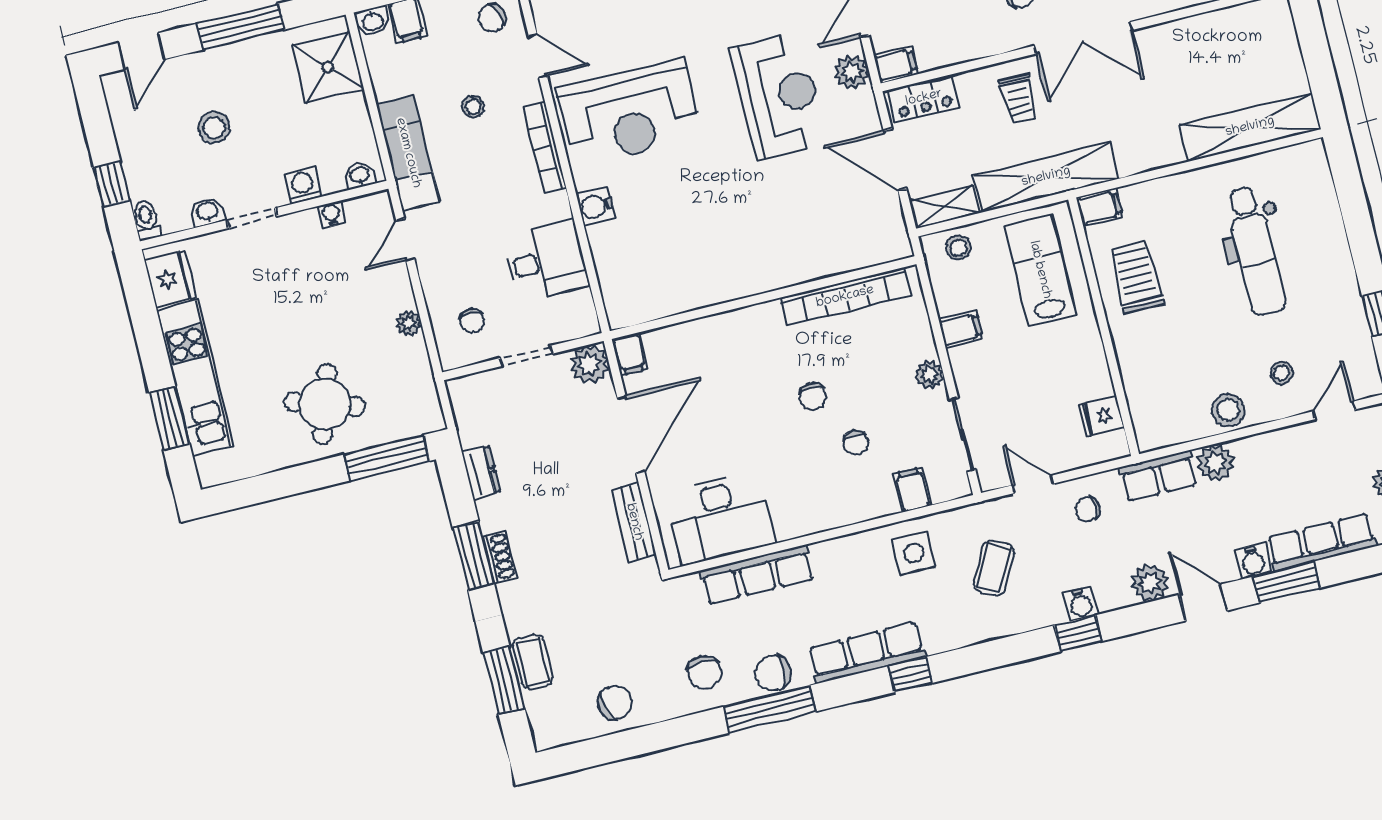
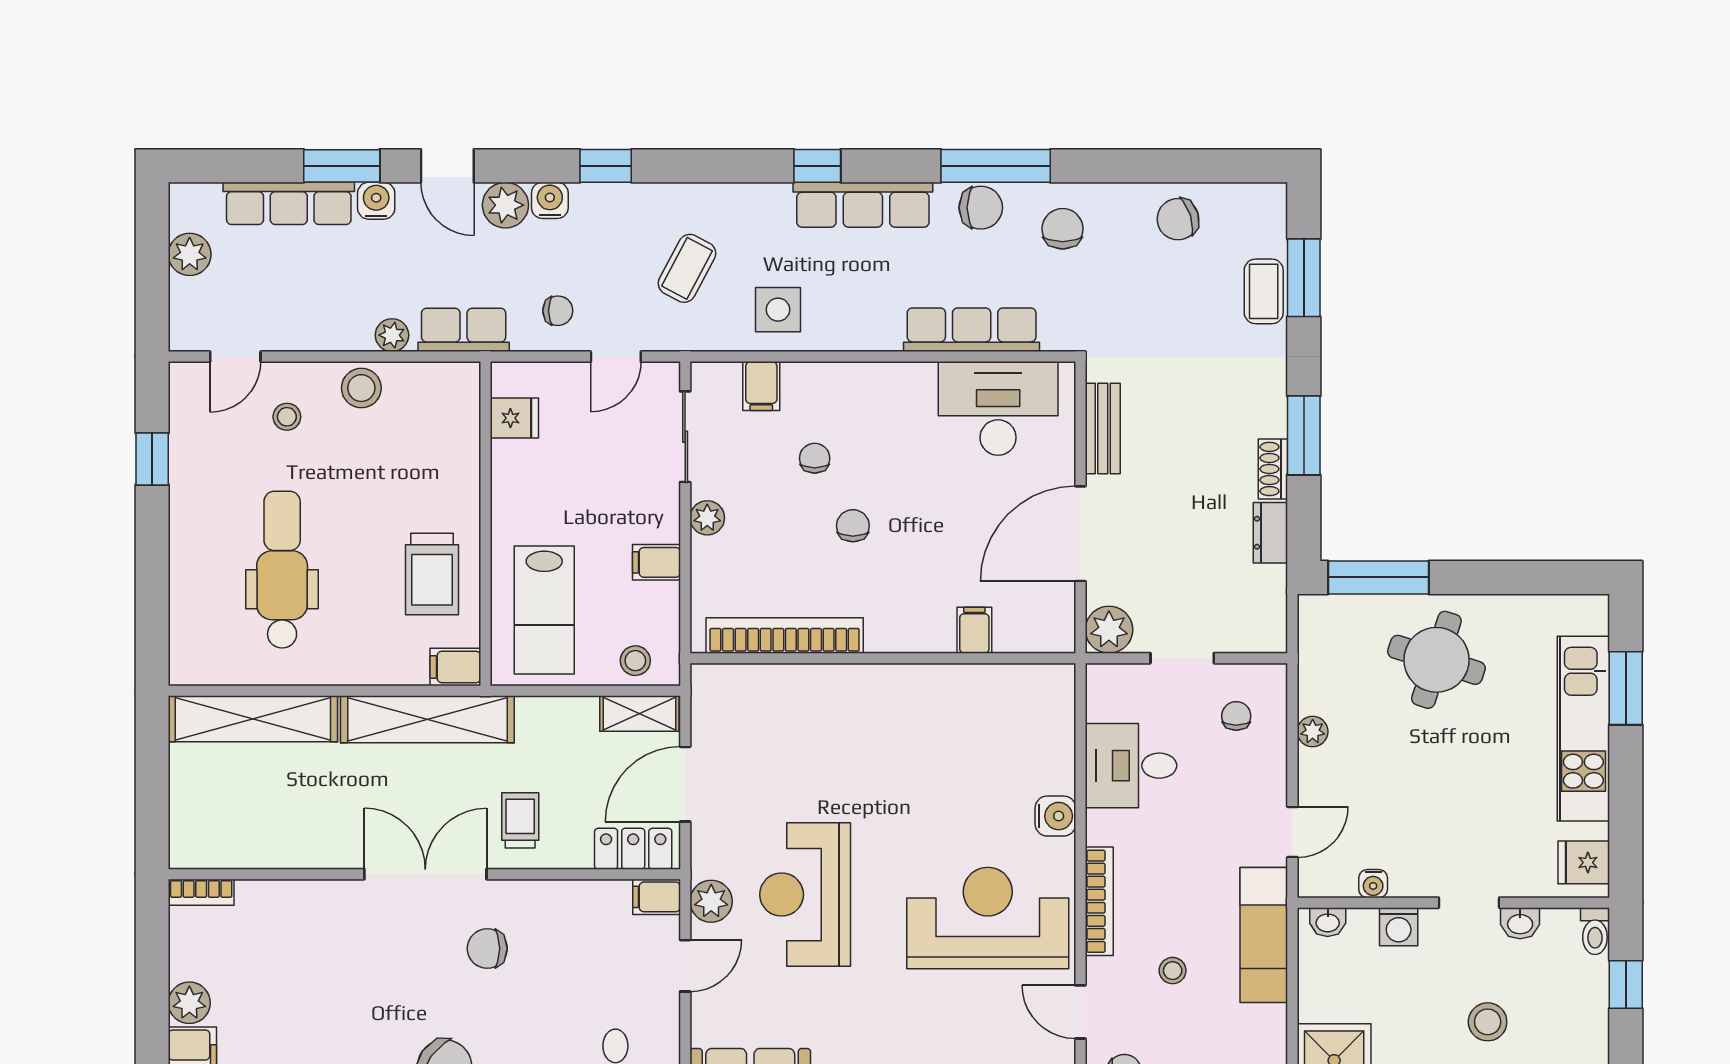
door: (895, 160) -> (685, 784), swing flipped
shelving: (1046, 177) -> (427, 719), moved
fridge: (170, 279) -> (1584, 862), width x0.72
filing cabinet: (630, 354) -> (974, 630), moved
plant: (1215, 463) -> (392, 335), width x0.73, depth x0.73
door: (1033, 484) -> (616, 357), hinge flipped
shoe rack: (499, 557) -> (1273, 469), moved
water cooler: (1081, 604) -> (550, 200), moved

